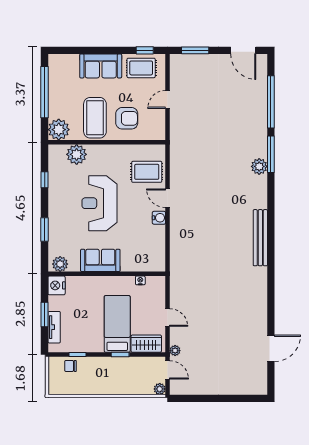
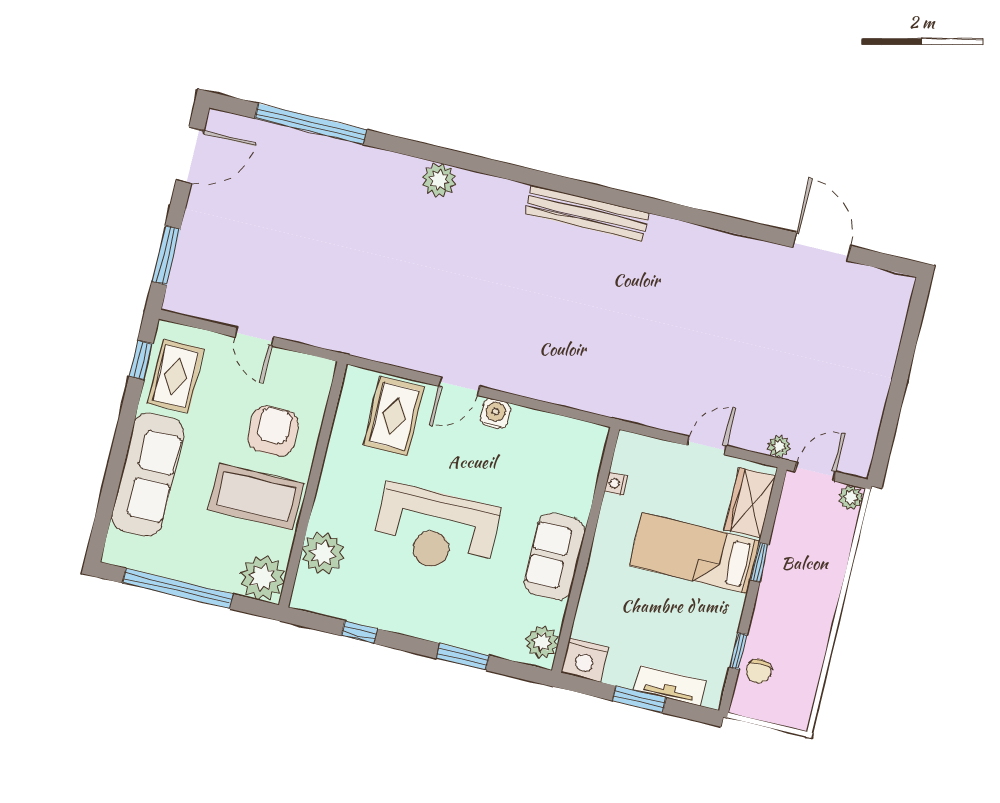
sofa: (101, 66) -> (148, 475), width x1.36
window: (271, 154) -> (419, 150), removed

